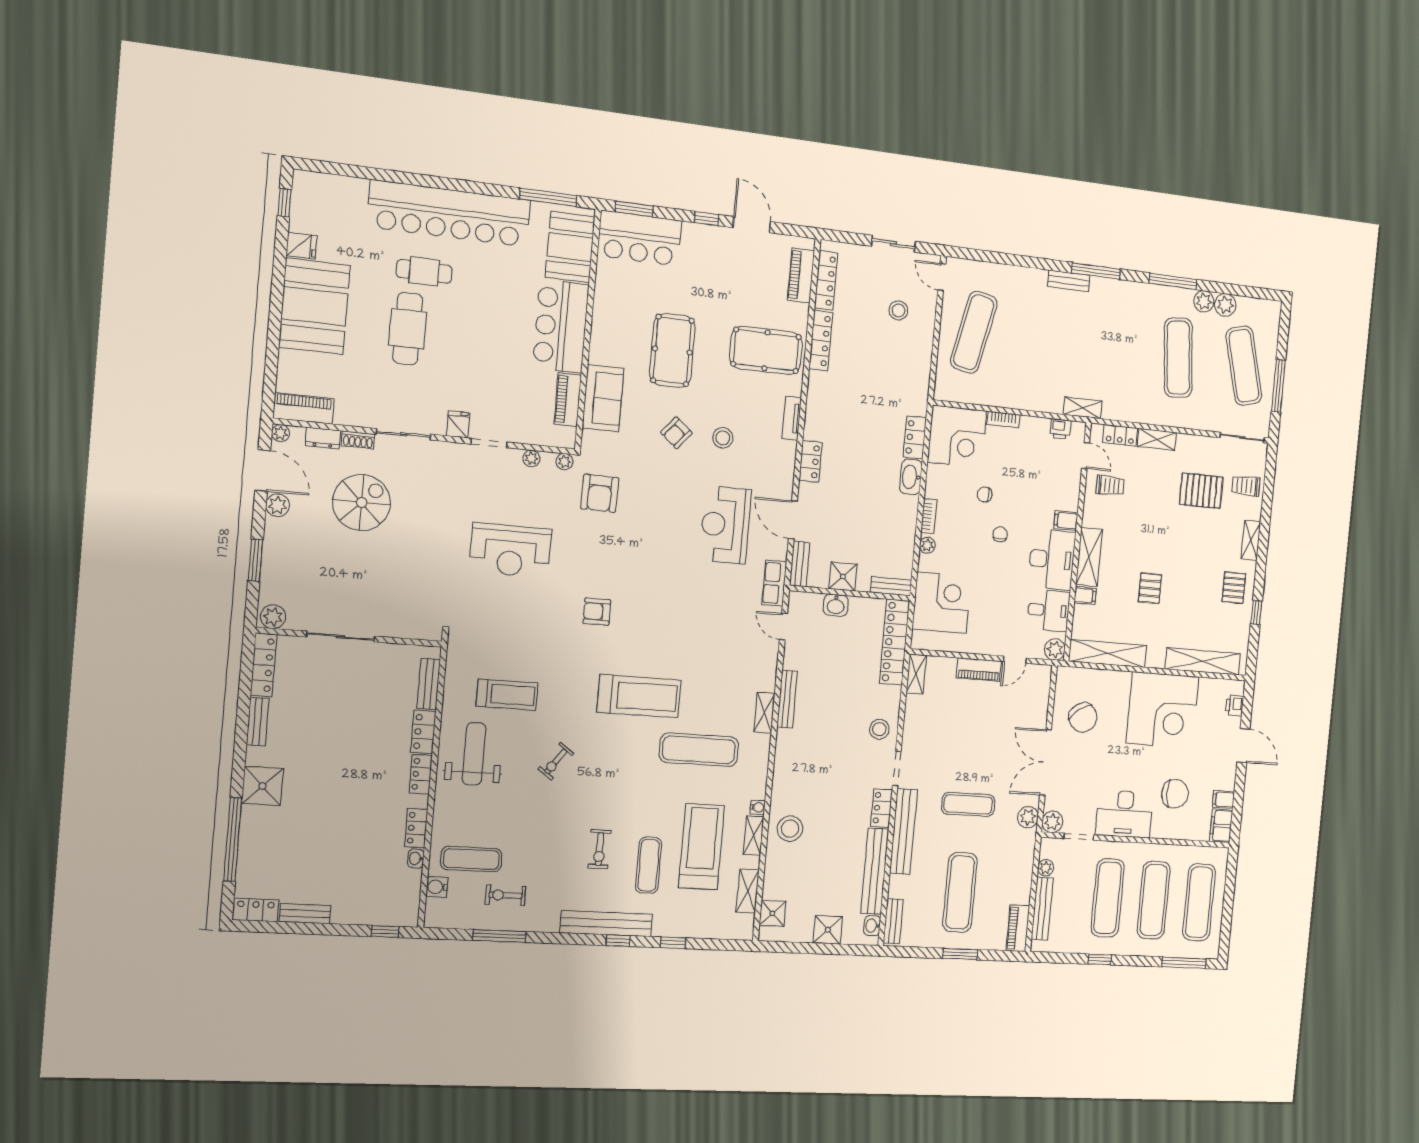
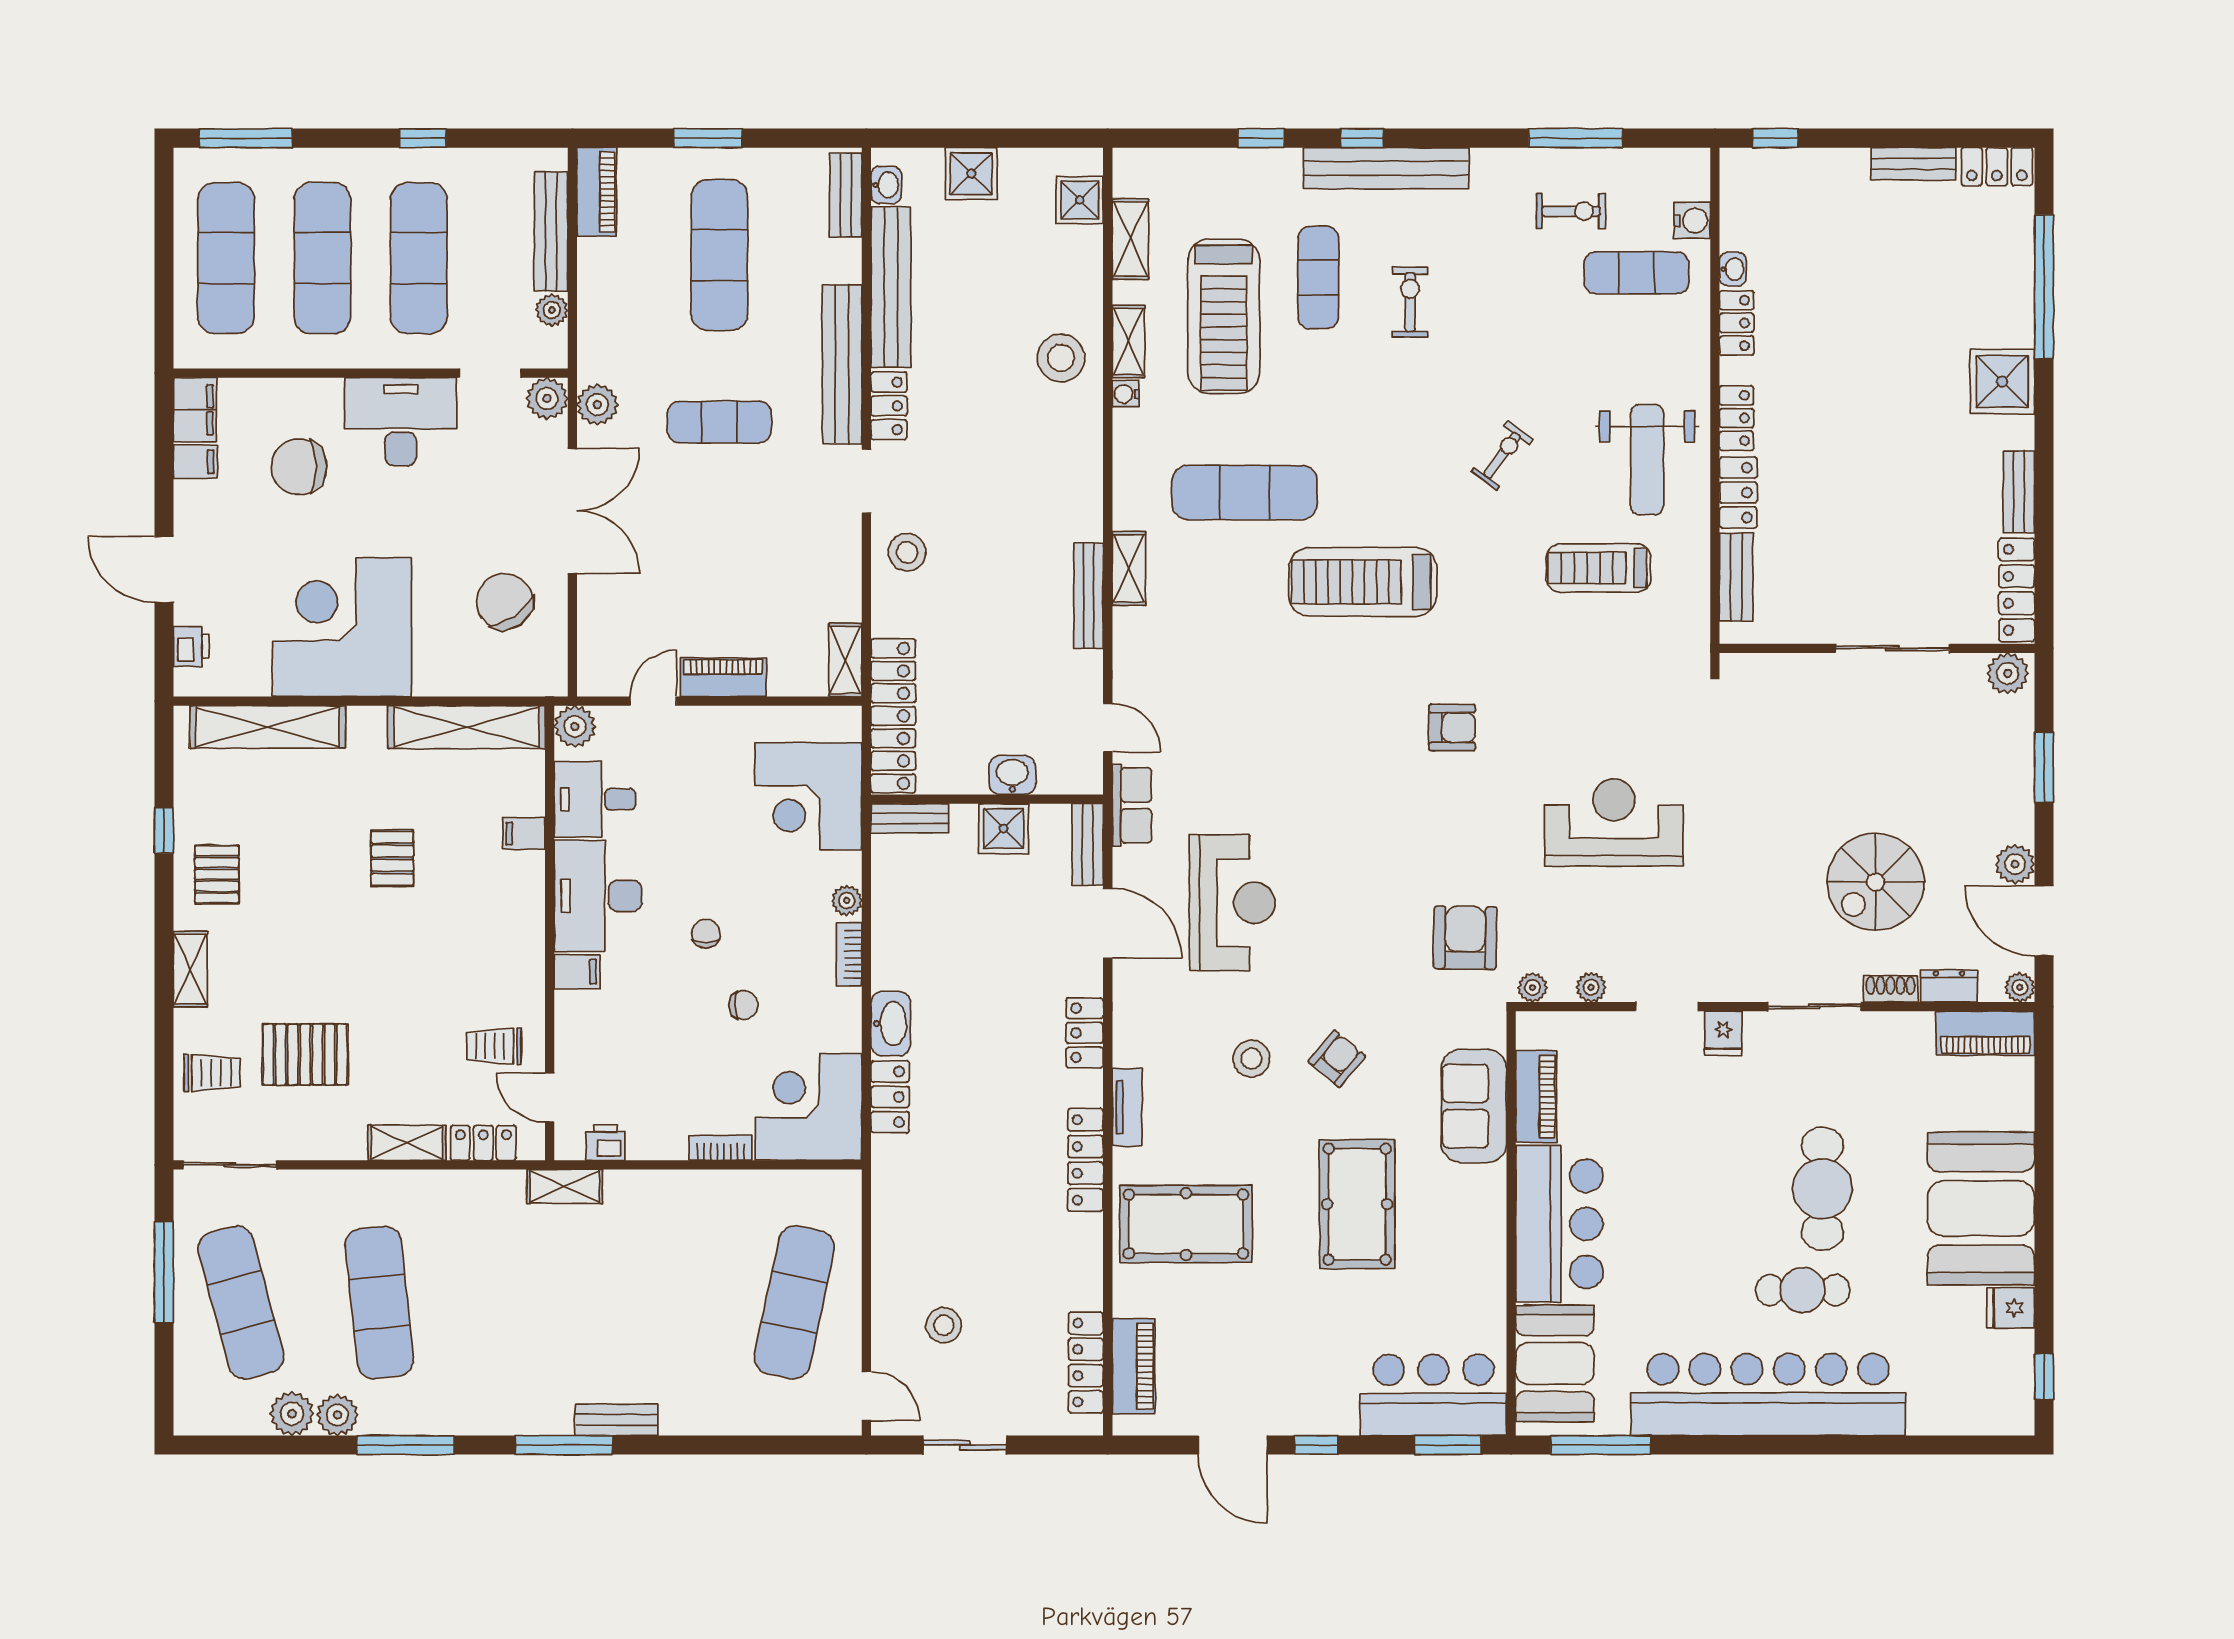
locker: (821, 341) -> (1085, 1160), moved
chair: (1000, 534) -> (706, 934), turned 180
shelving: (1089, 557) -> (523, 907), removed

